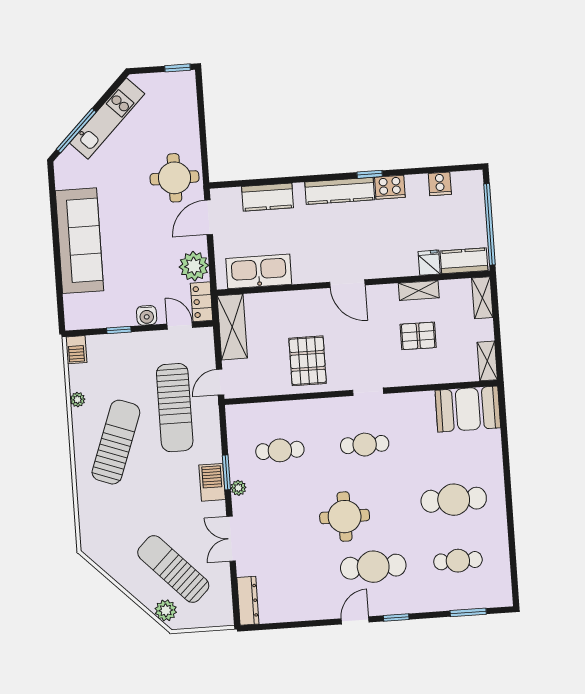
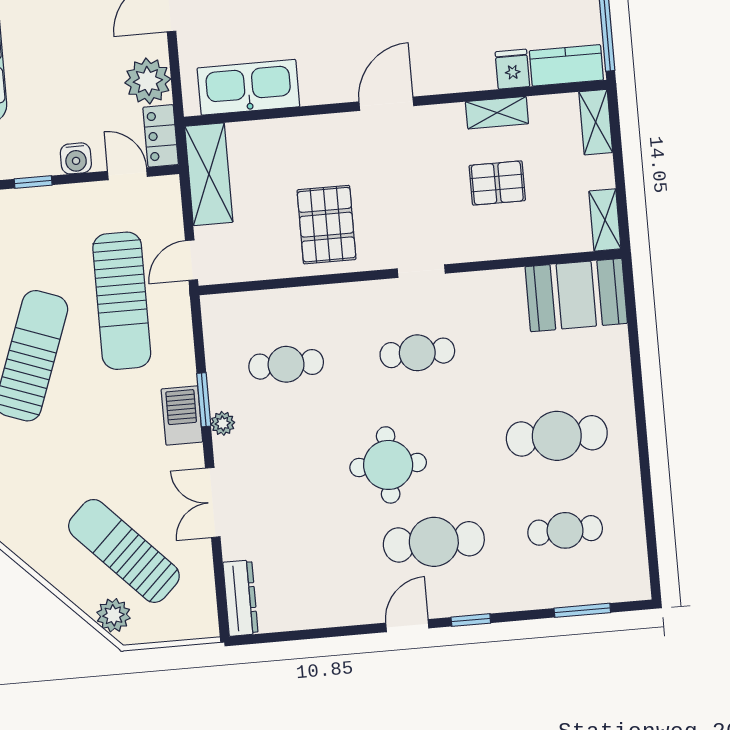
door: (347, 284) -> (386, 104), swing flipped

